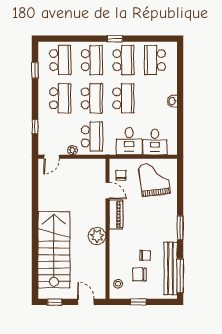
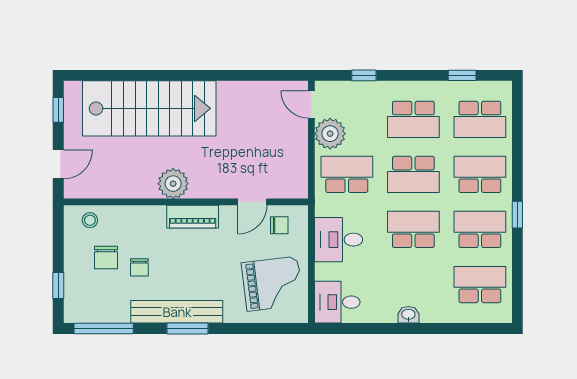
school desk: (92, 60) -> (480, 174), turned 180
school desk: (123, 60) -> (480, 229), turned 180
school desk: (123, 98) -> (413, 229), turned 180
school desk: (92, 136) -> (347, 174), turned 180
desk: (155, 142) -> (337, 302), moved
plant: (72, 150) -> (330, 134), width x1.87, depth x1.87
piano: (116, 214) -> (193, 217), moved
bench: (171, 268) -> (177, 312), moved
chair: (139, 275) -> (106, 258), turned 180
window: (138, 302) -> (58, 286), moved

